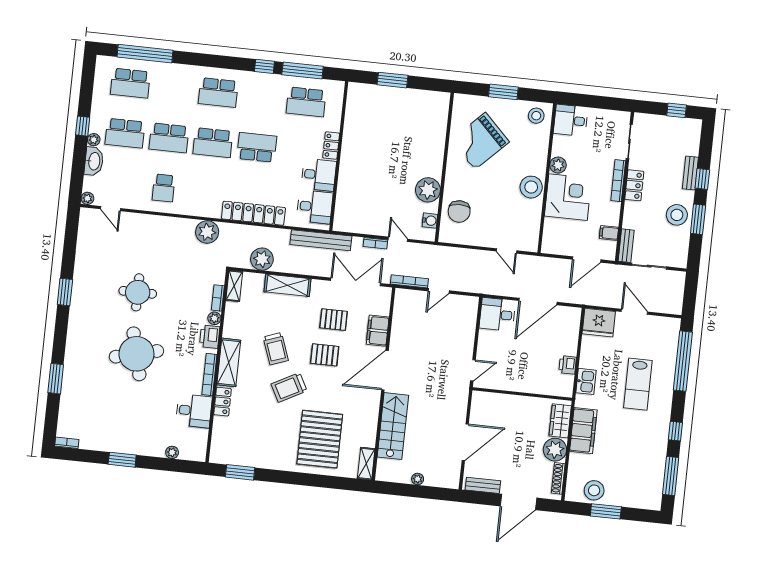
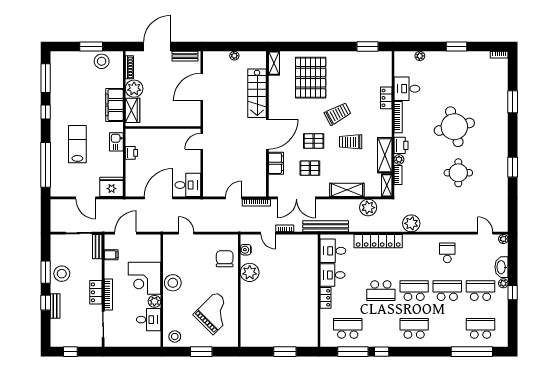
desk: (571, 120) -> (149, 320), moved
trolley: (276, 349) -> (351, 142), turned -70
shelving: (229, 362) -> (385, 155), moved

